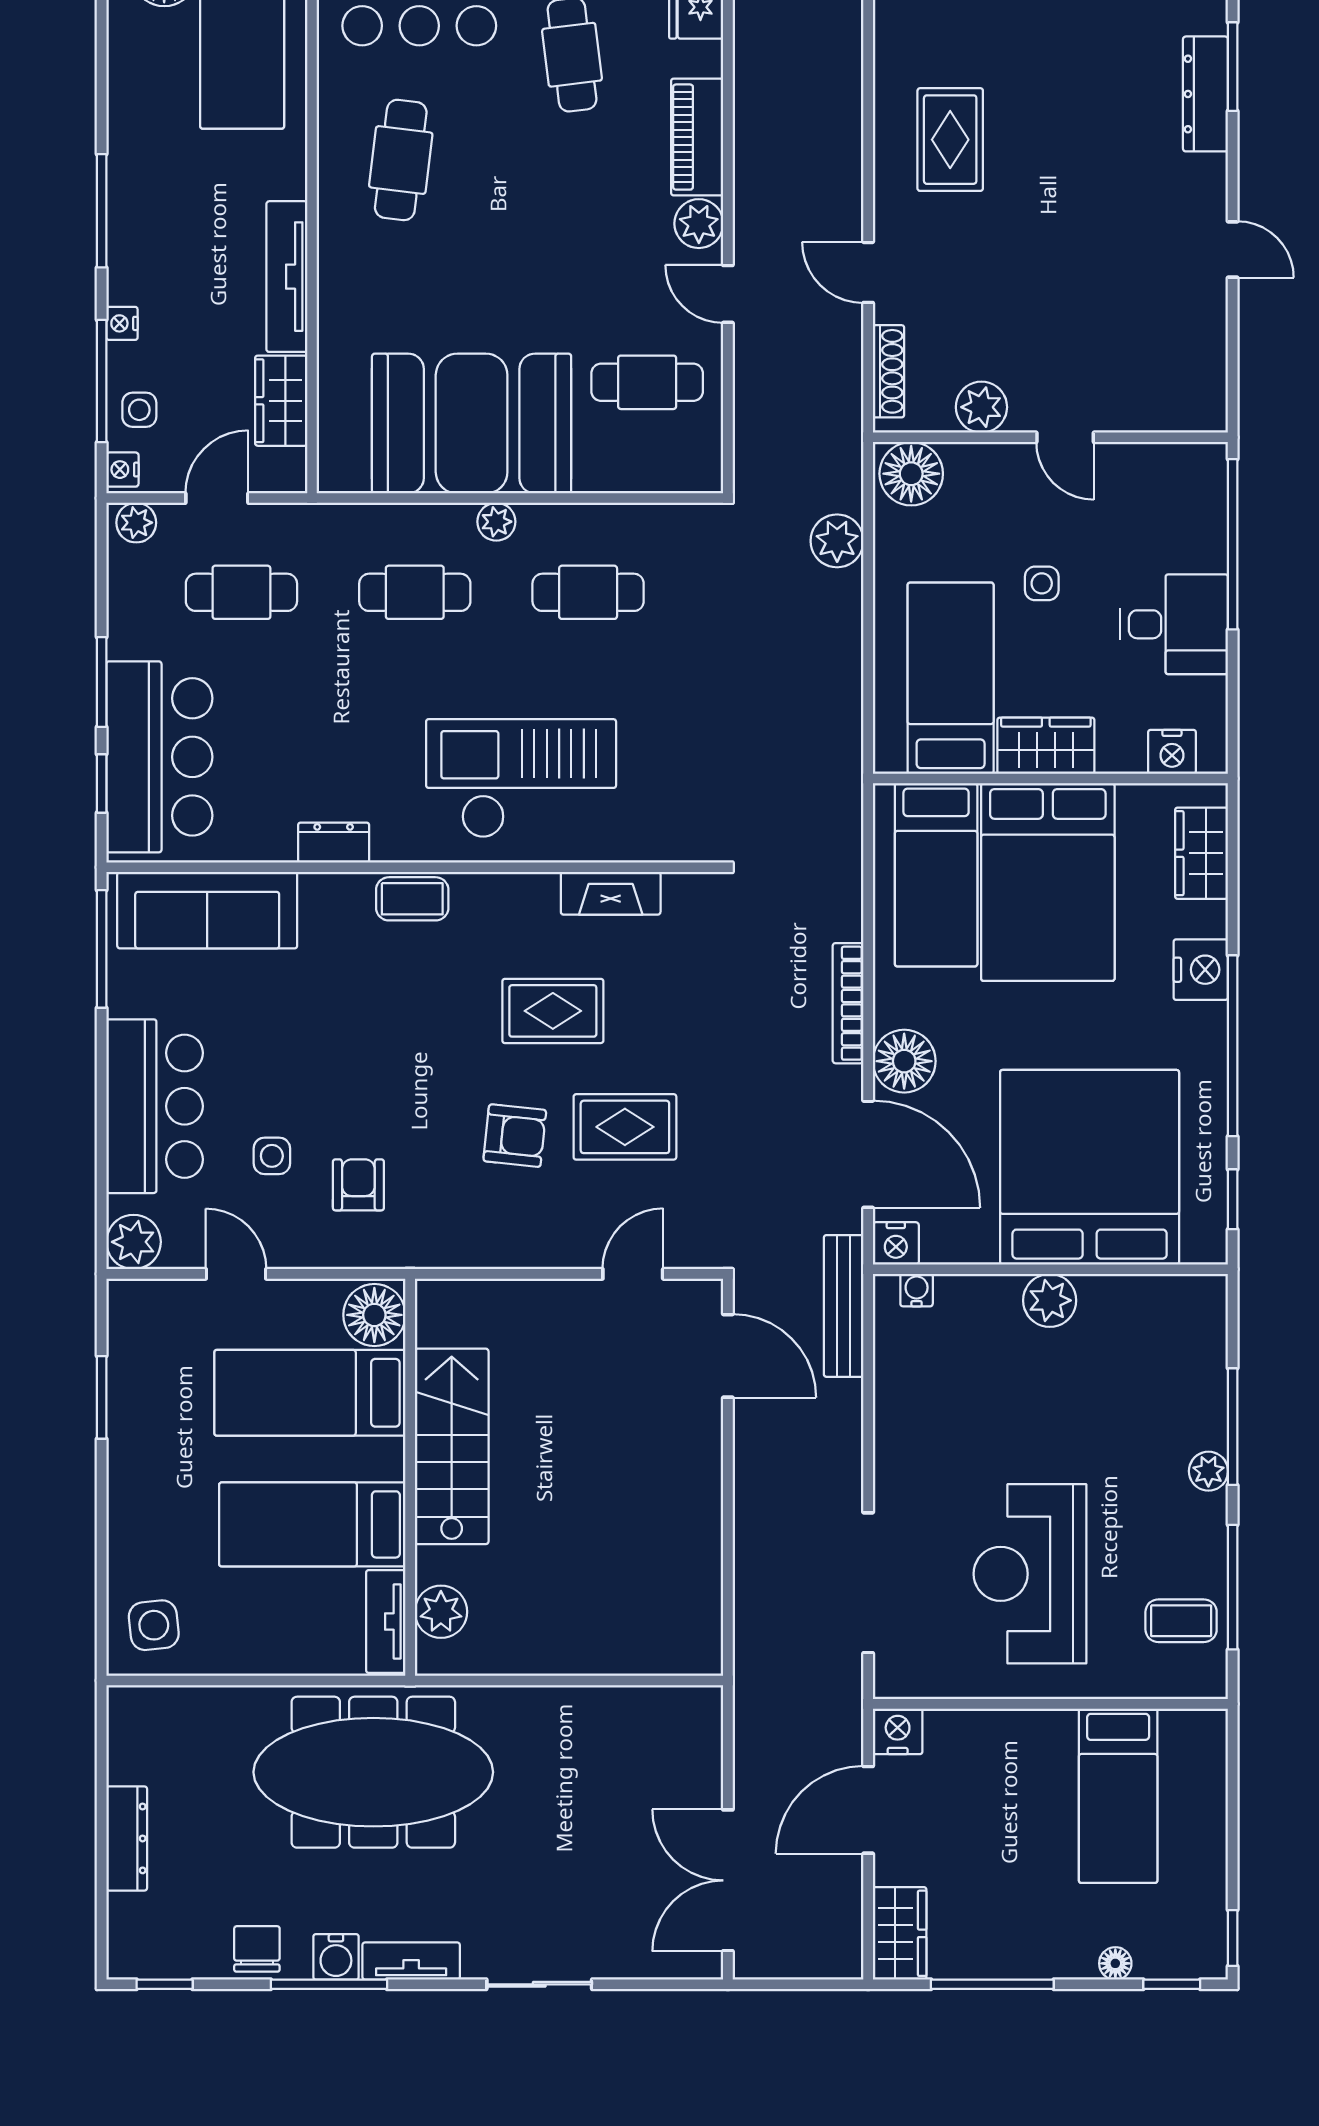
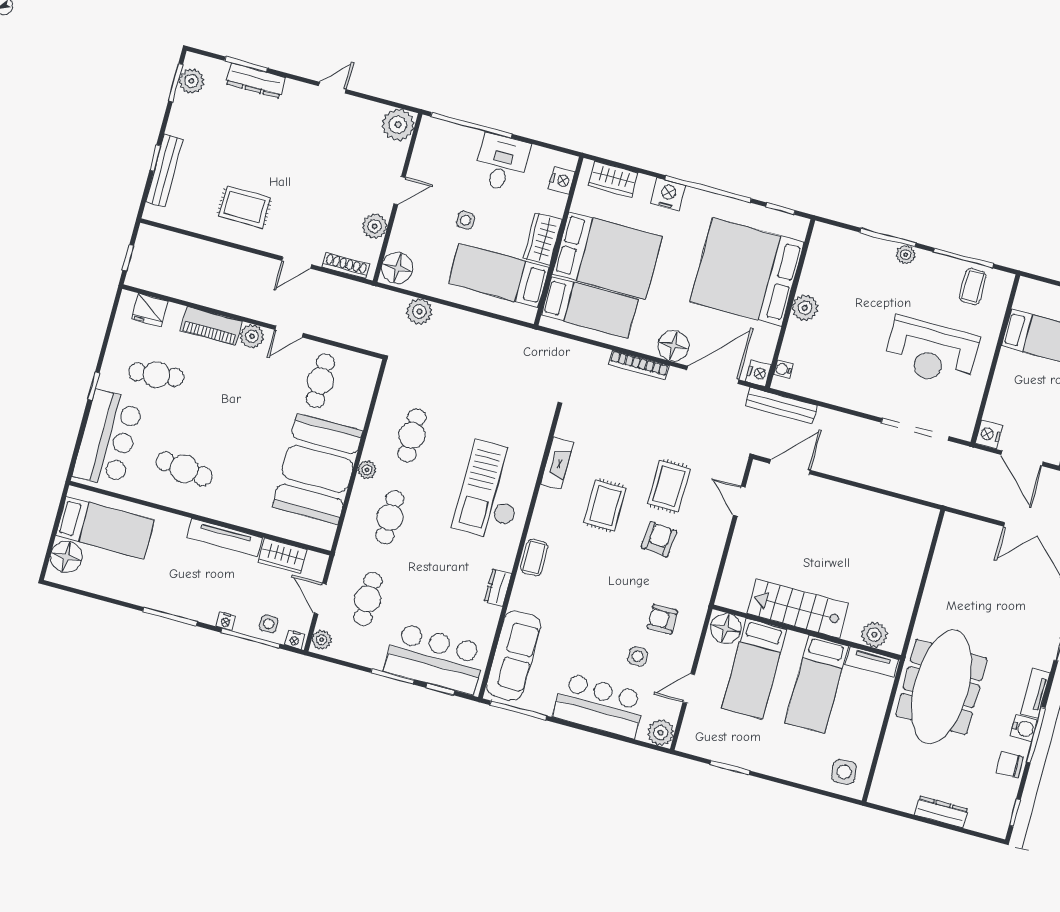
plant: (1194, 399) -> (398, 125), added

